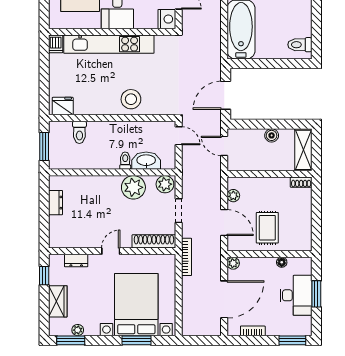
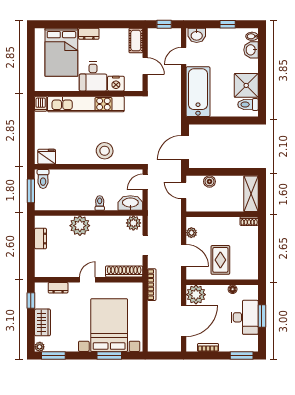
nightstand: (167, 19) -> (116, 84), moved, turned 90
shower: (298, 22) -> (246, 85), added
toilet: (79, 132) -> (43, 179), moved
boiler: (272, 135) -> (209, 182), moved
door: (179, 136) -> (145, 182), swing flipped
washbasin: (146, 161) -> (130, 203), moved
plant: (133, 187) -> (80, 226), moved
plant: (233, 263) -> (196, 295), width x1.87, depth x1.87
plant: (78, 330) -> (40, 347), moved

